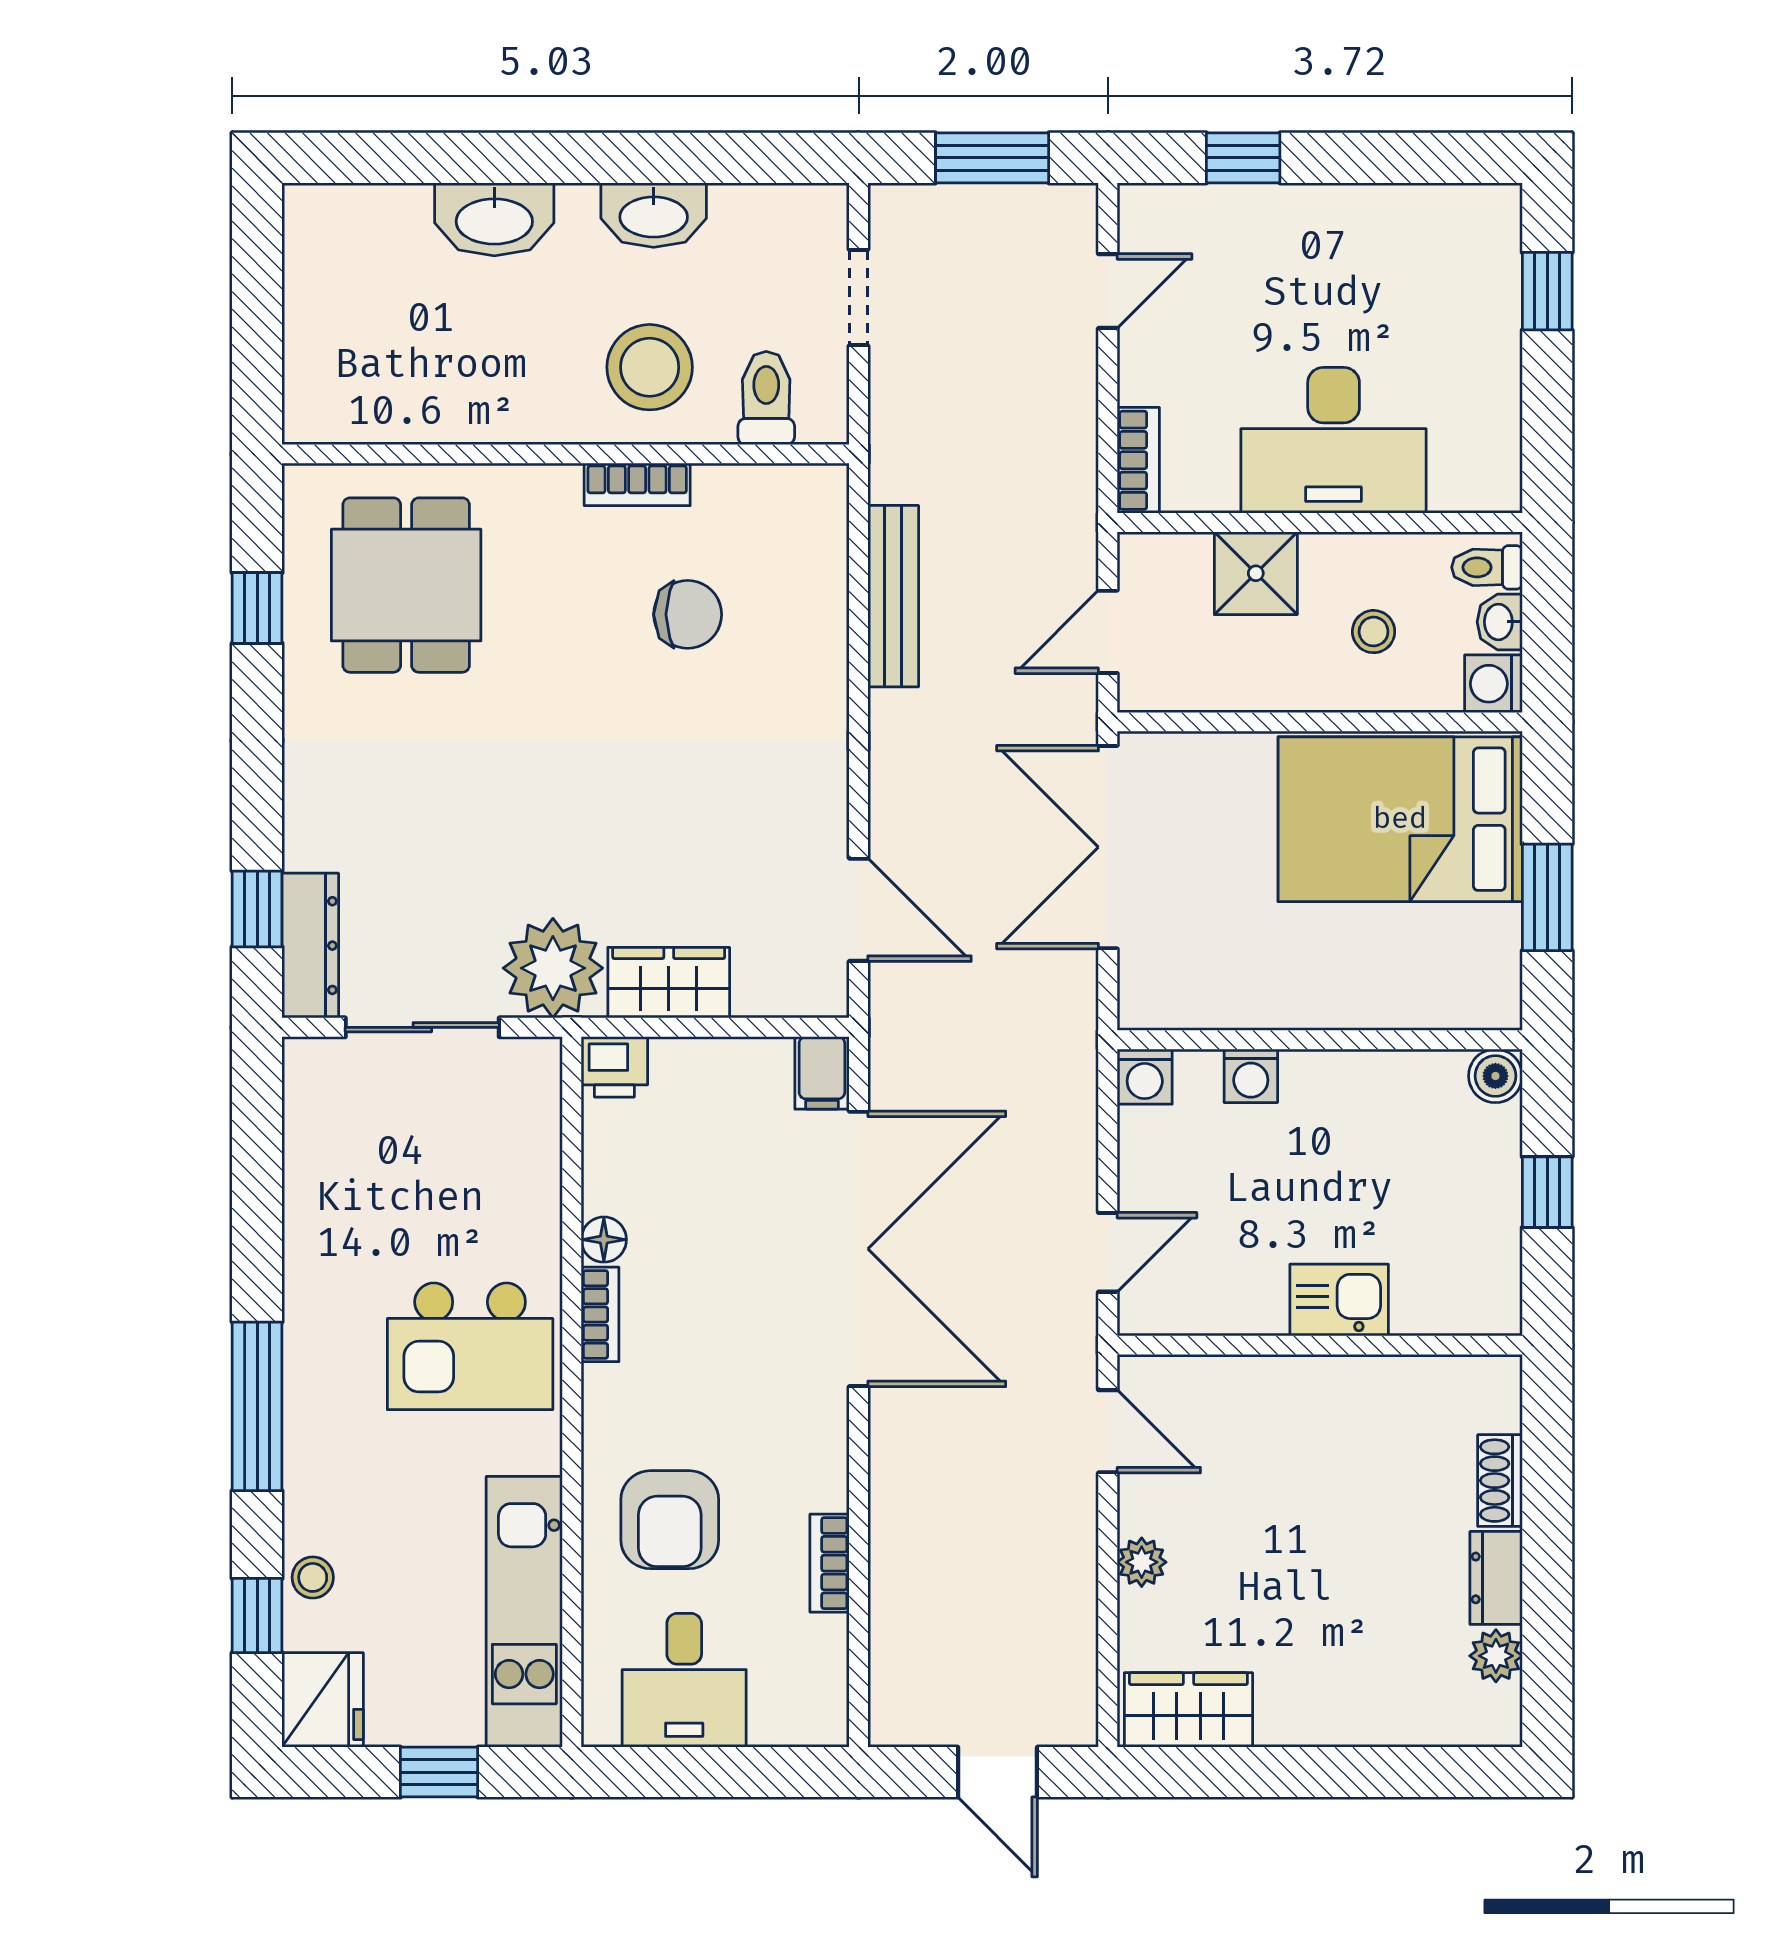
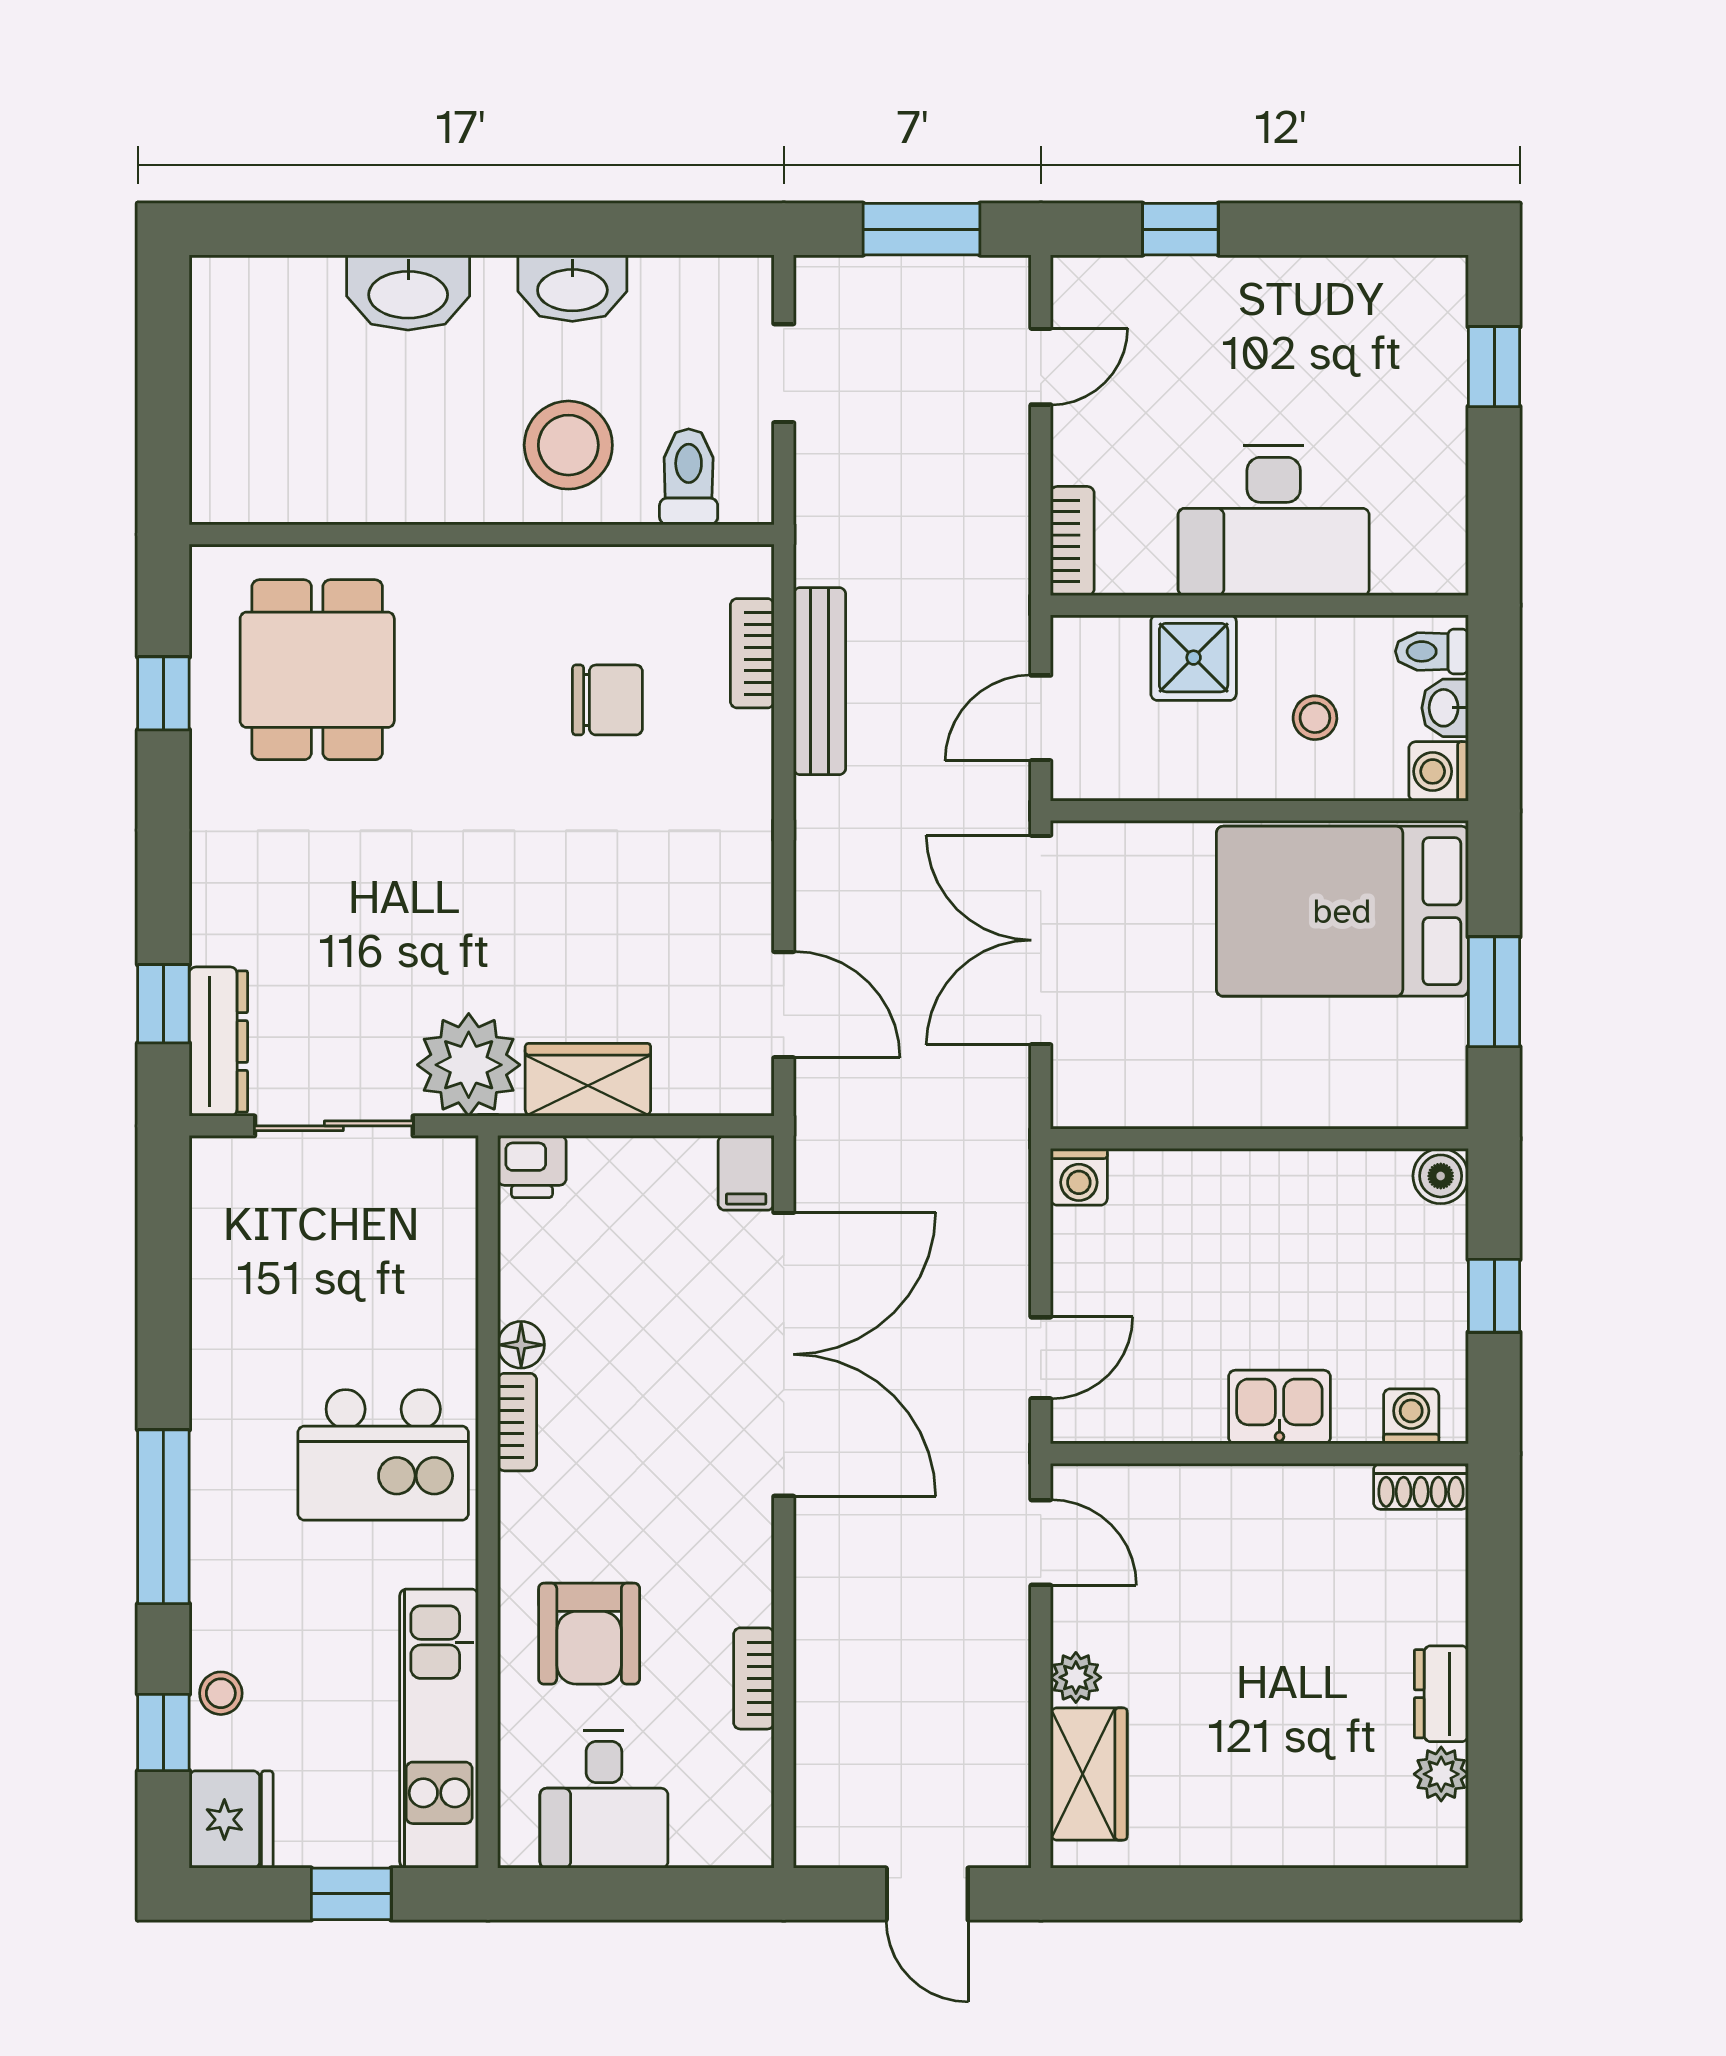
bookcase: (637, 484) -> (752, 653), moved, turned 90
washing machine: (1251, 1076) -> (1411, 1416), moved, turned 180
shoe rack: (1500, 1481) -> (1421, 1486), moved, turned -90
wardrobe: (1188, 1710) -> (1089, 1774), moved, turned 90

